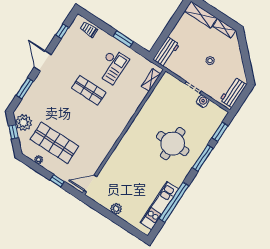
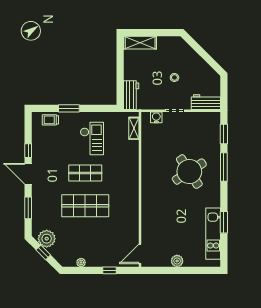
shelving: (224, 28) -> (168, 41), removed
window: (62, 31) -> (28, 151), moved
window: (123, 39) -> (69, 108), moved
workbench: (233, 92) -> (206, 102), moved, turned 90
water cooler: (203, 101) -> (156, 117), moved
shop shelf: (54, 143) -> (85, 206), moved
round table: (173, 144) -> (189, 172), turned -33
window: (174, 202) -> (224, 222), width x0.47

